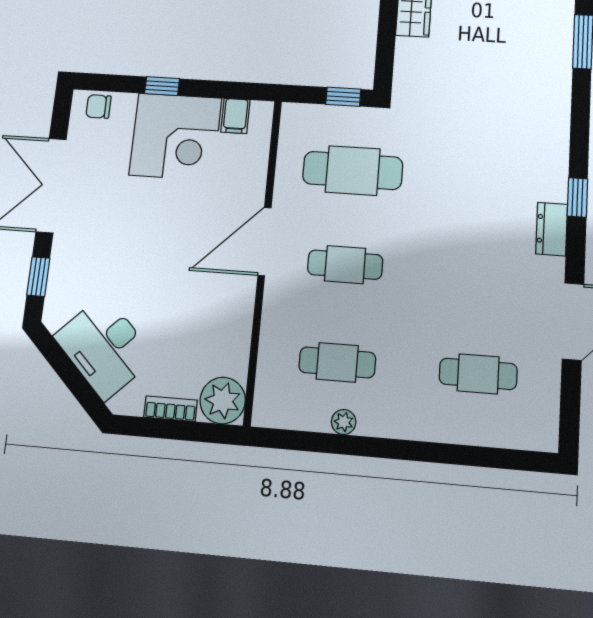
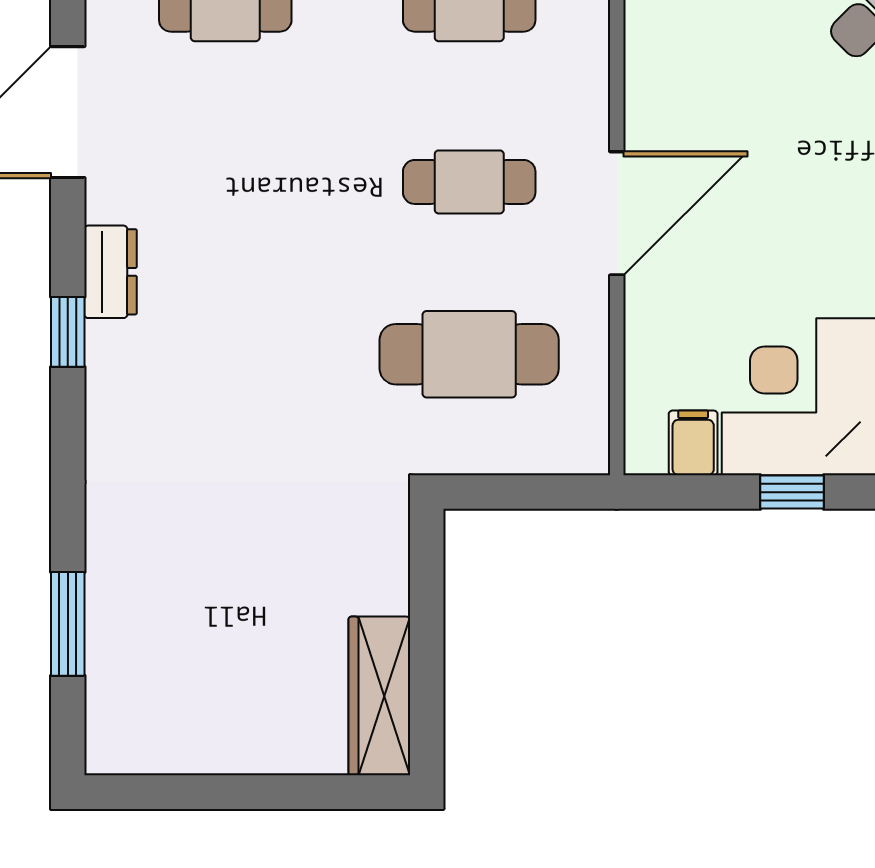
window: (162, 86) -> (792, 492), moved
window: (343, 97) -> (497, 492), removed

